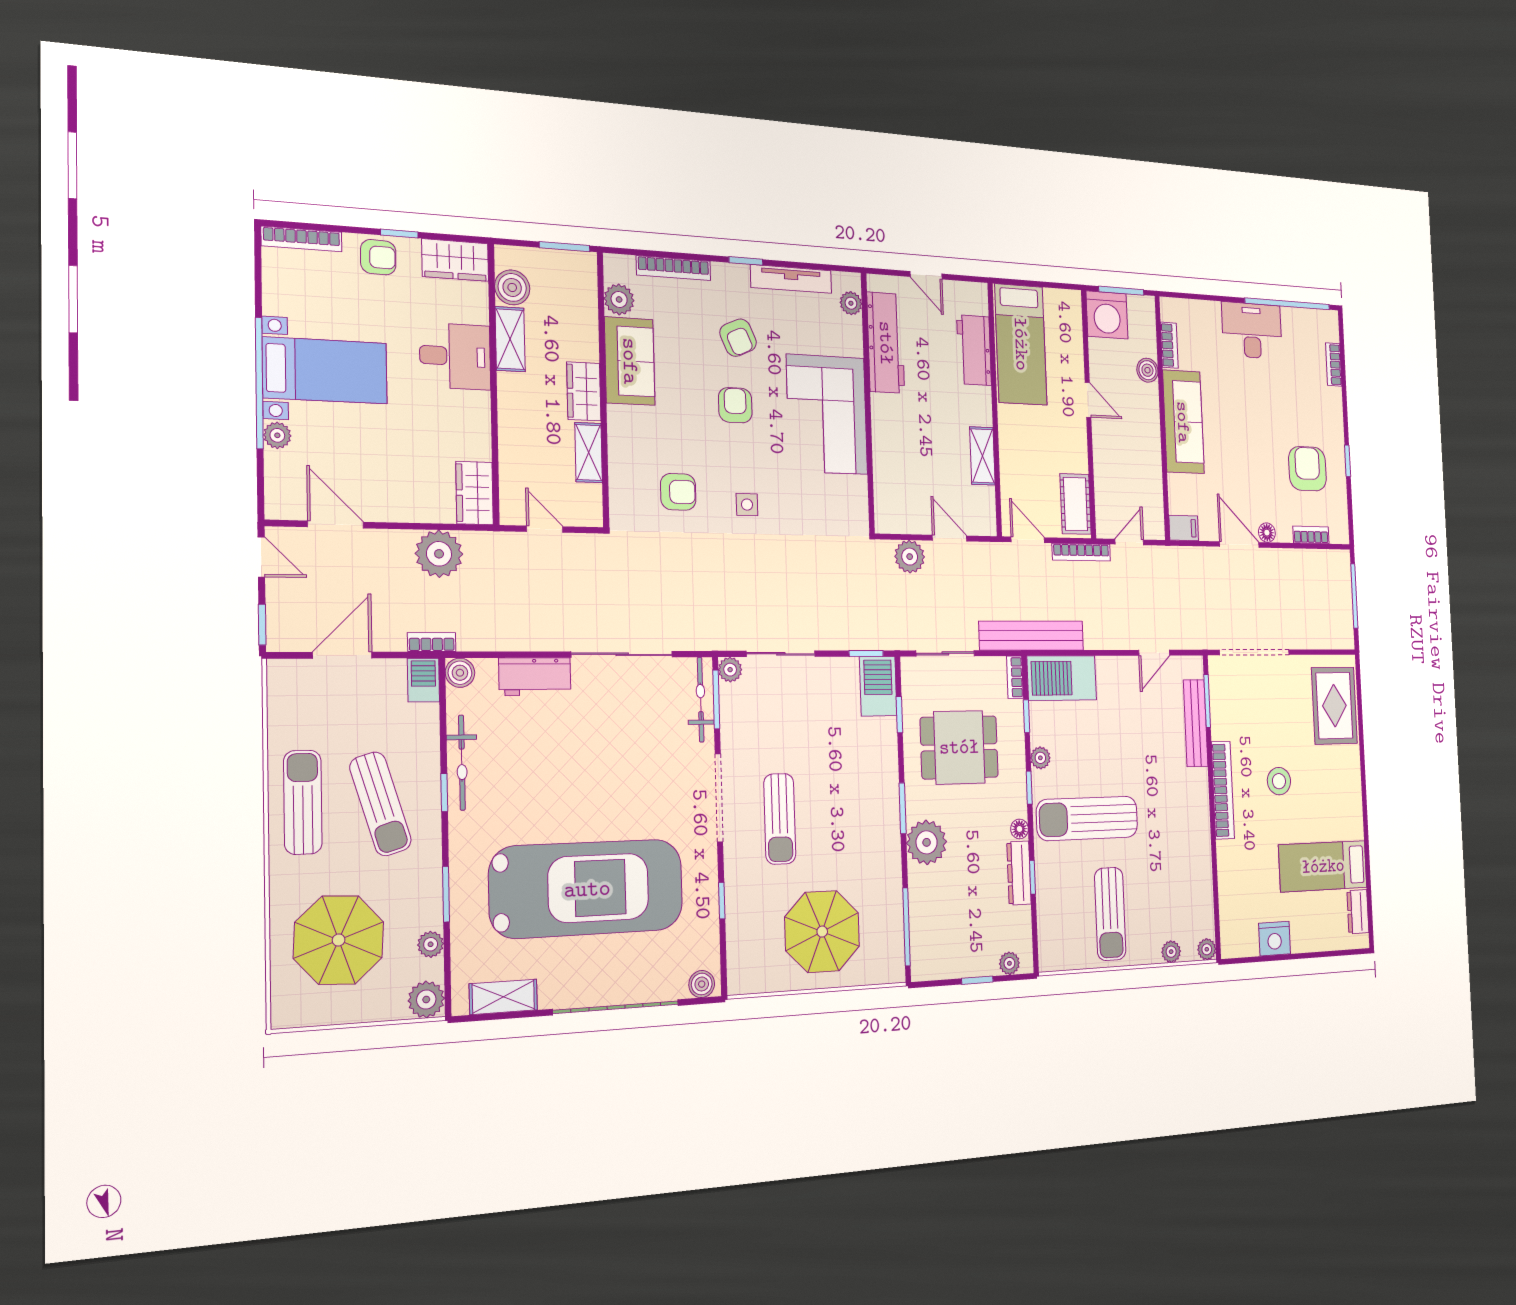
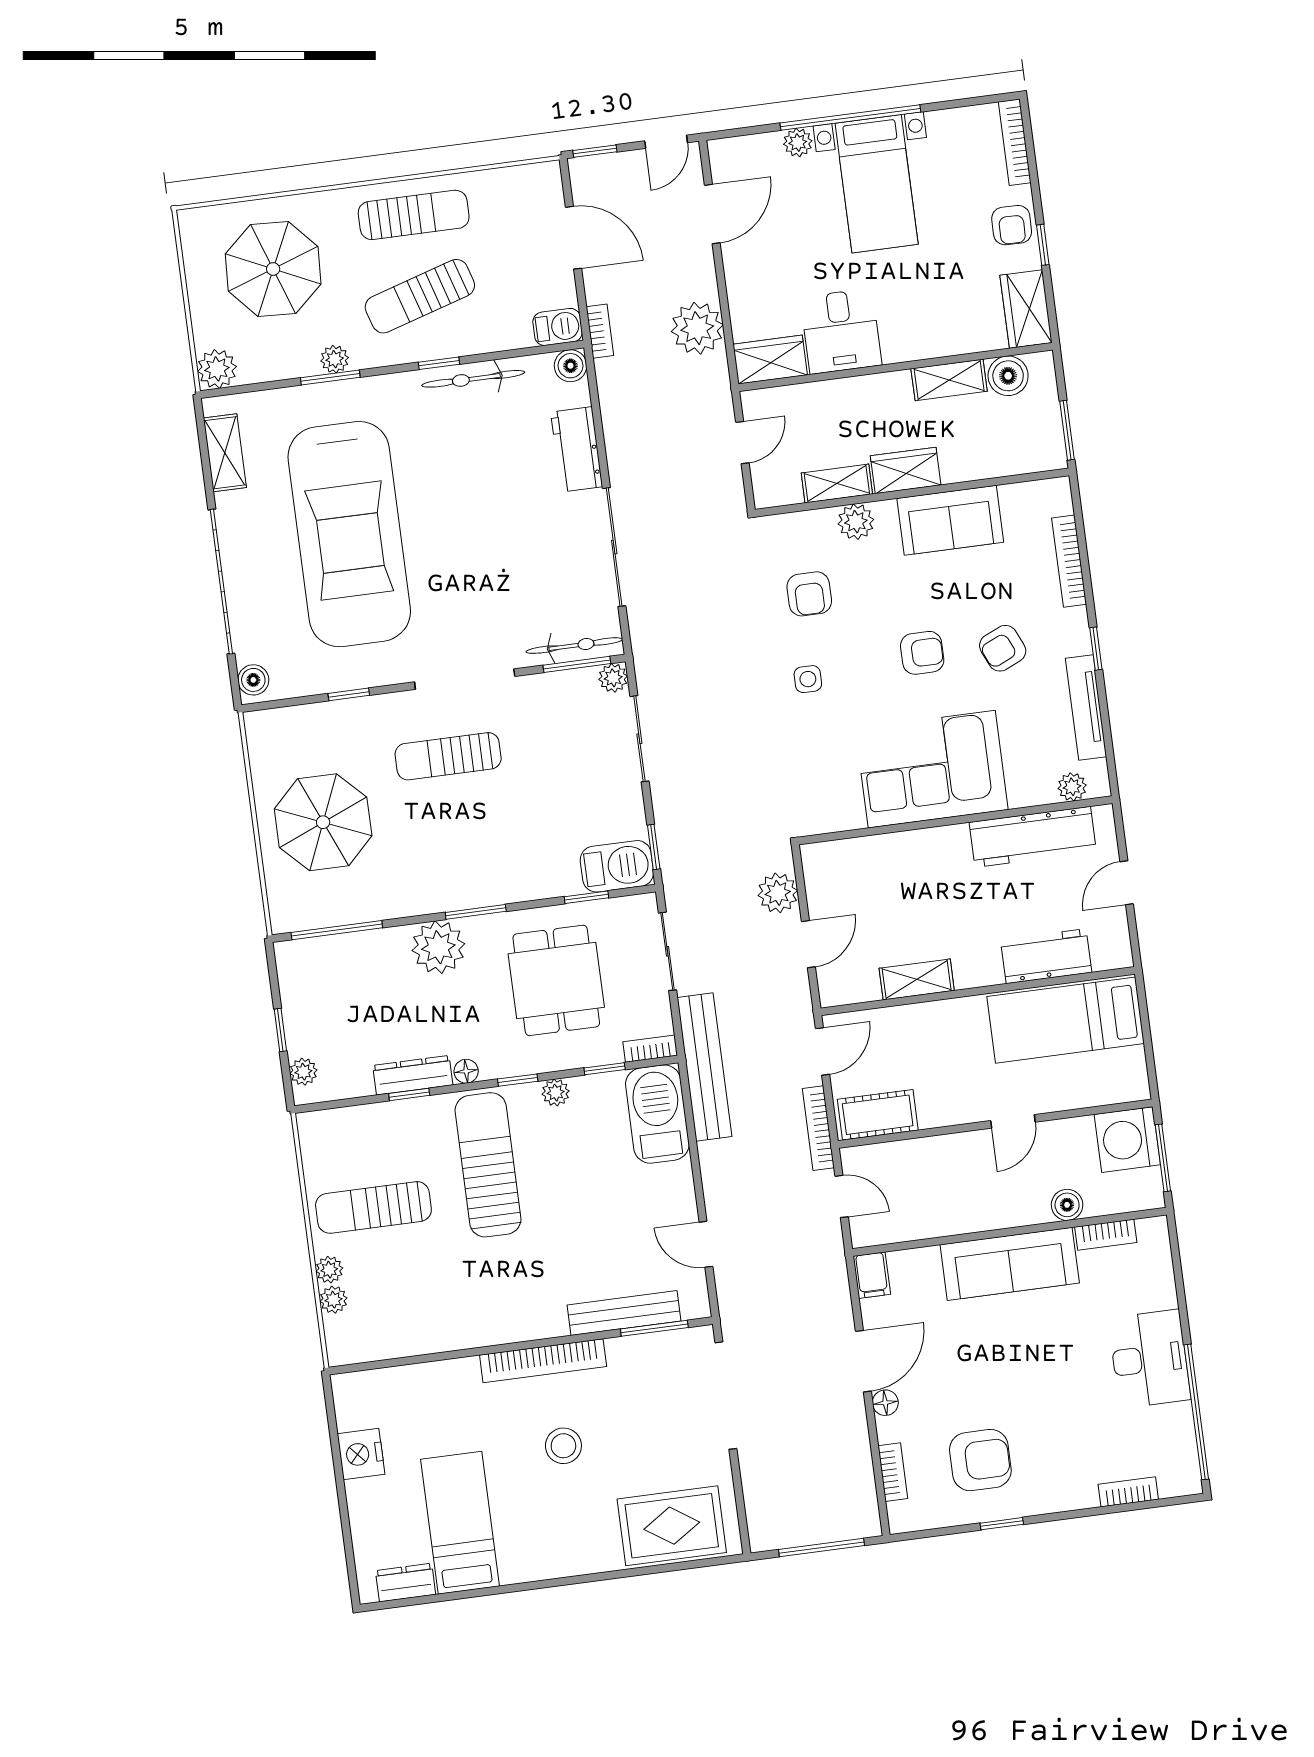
plant: (619, 299) -> (856, 522), moved
desk: (455, 356) -> (841, 331), moved
plant: (431, 944) -> (335, 359), moved
plant: (1207, 949) -> (329, 1270), moved

